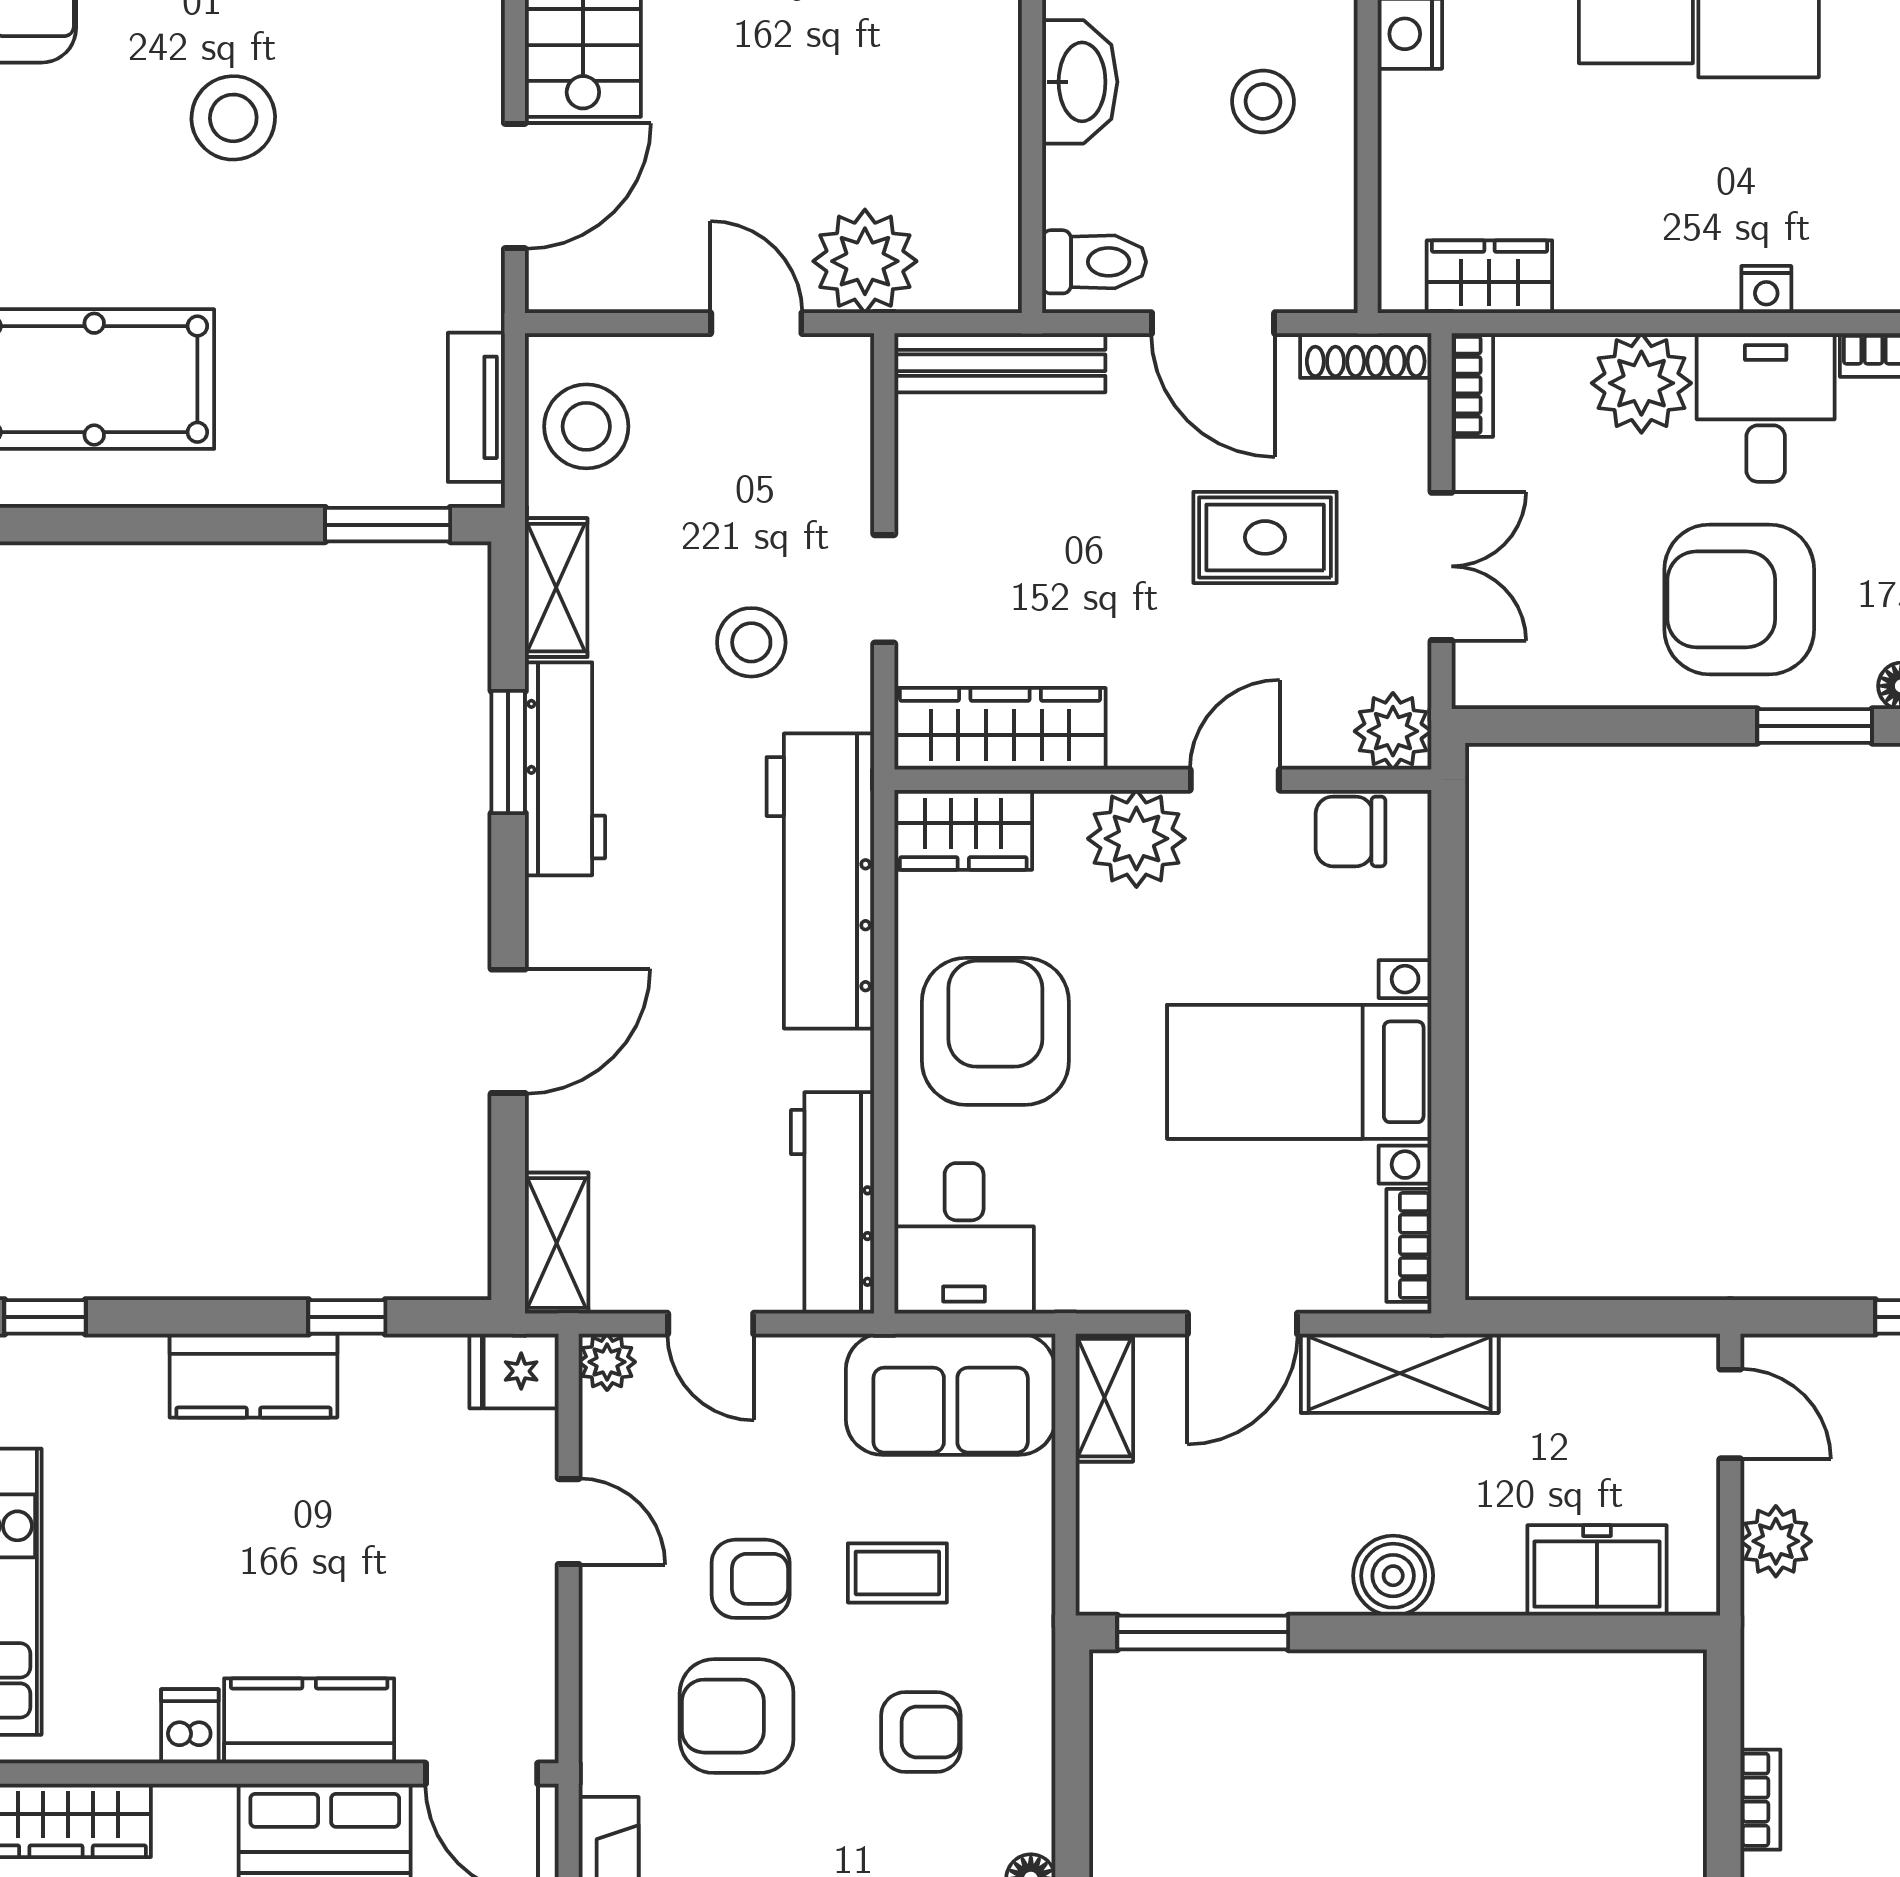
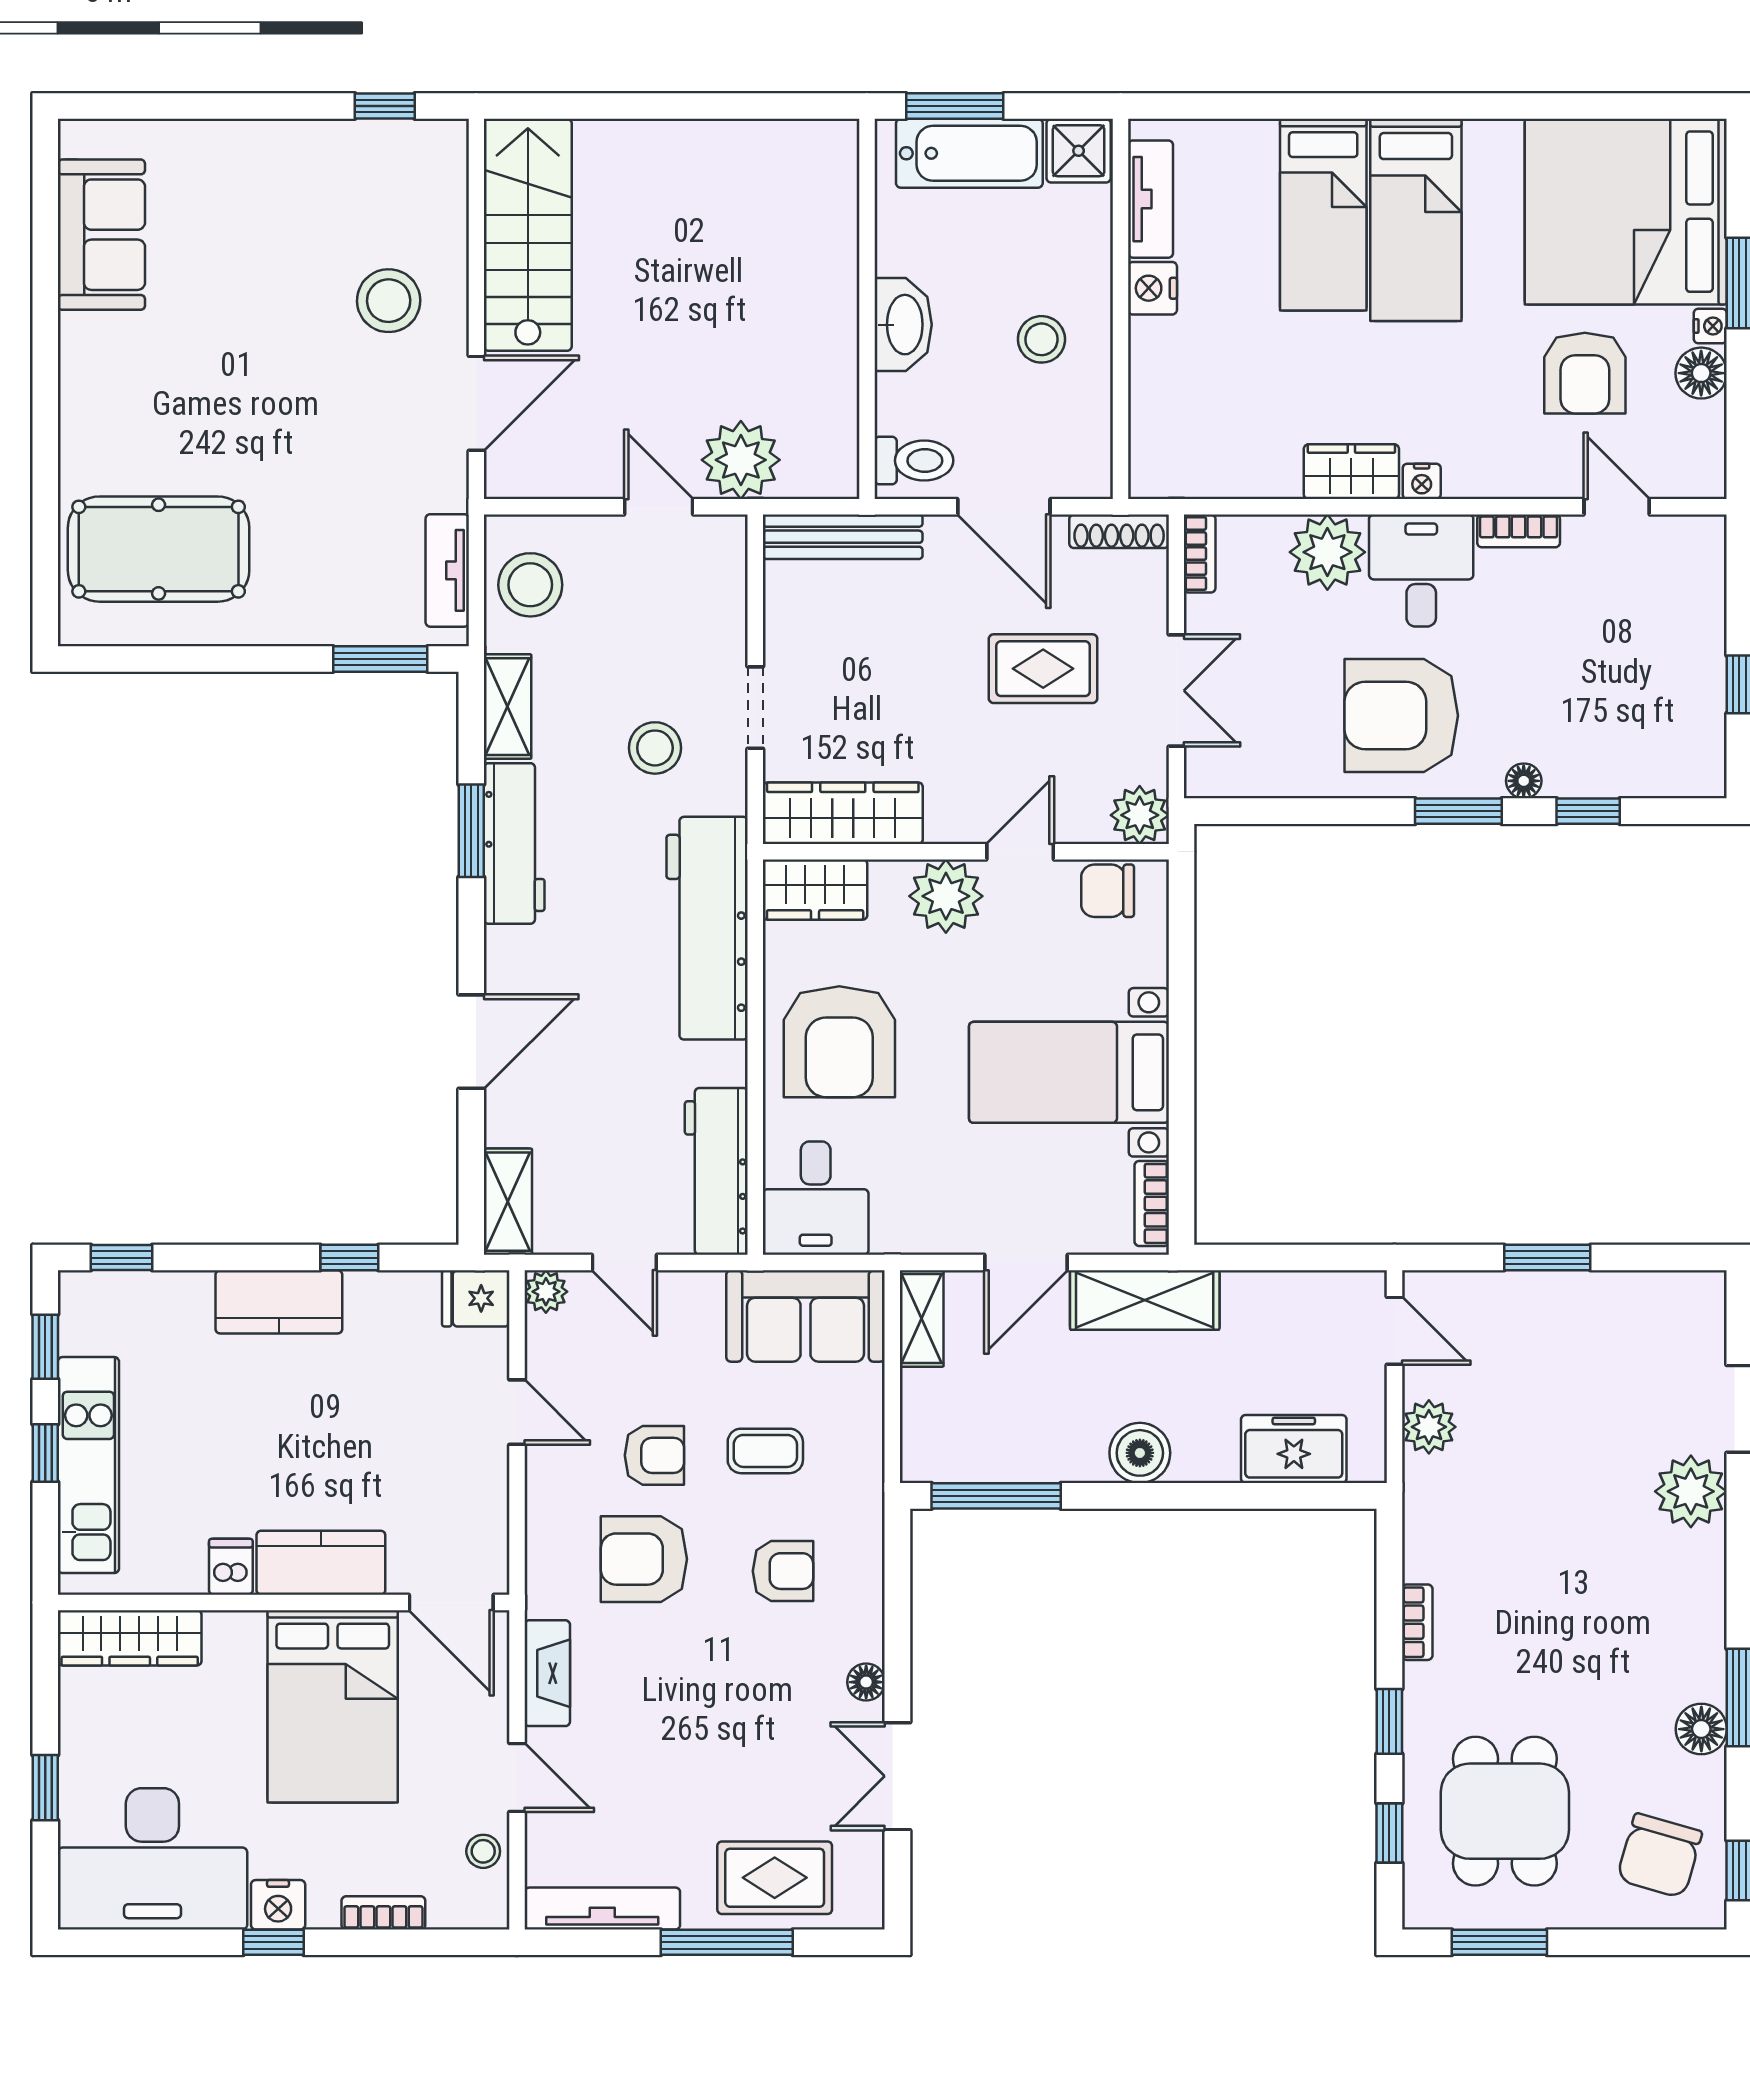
stool: (233, 118) -> (389, 301), moved
wardrobe: (1489, 277) -> (1351, 472), moved
armchair: (995, 1031) -> (839, 1042), turned 180

